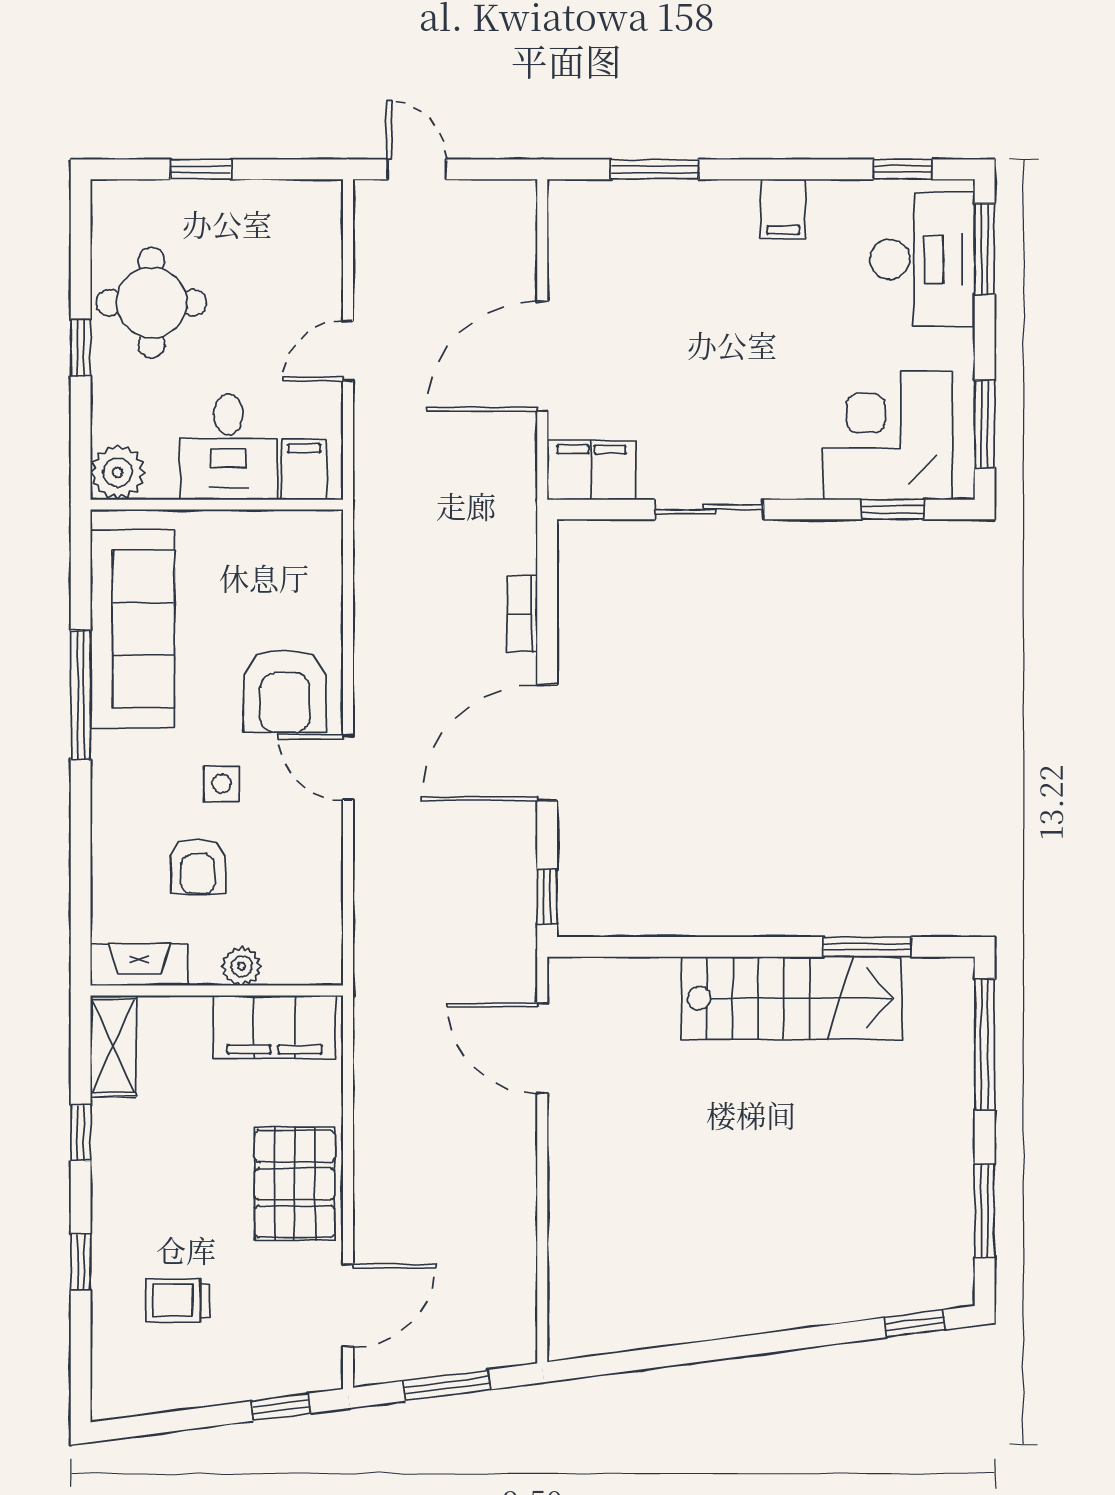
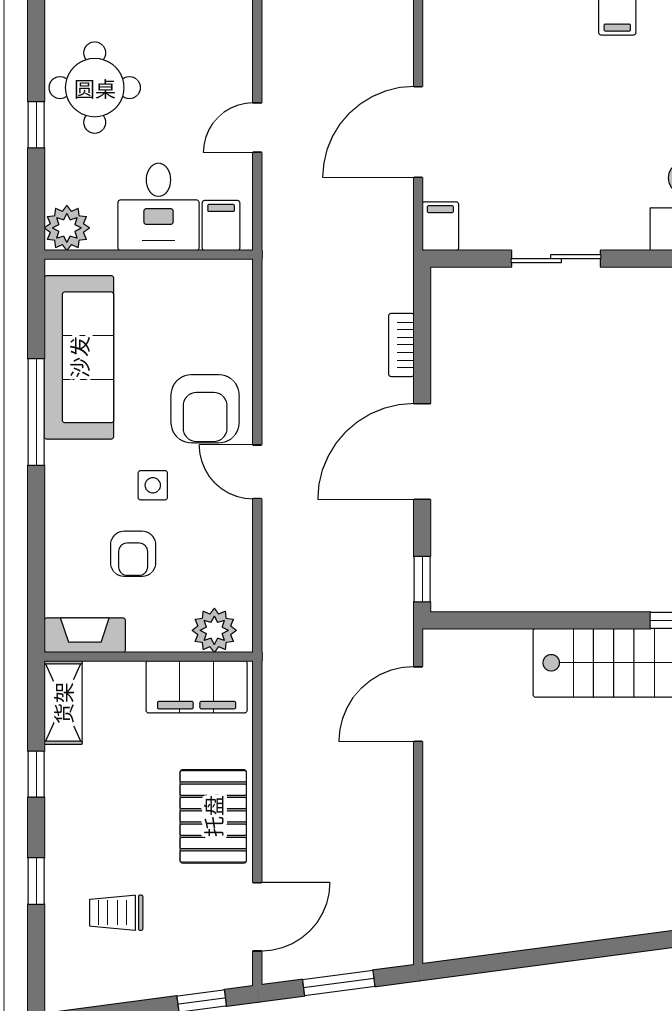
filing cabinet: (591, 470) -> (440, 226), width x0.50
plant: (241, 966) -> (214, 630), moved, width x1.38, depth x1.38
door: (542, 1048) -> (418, 704), hinge flipped

